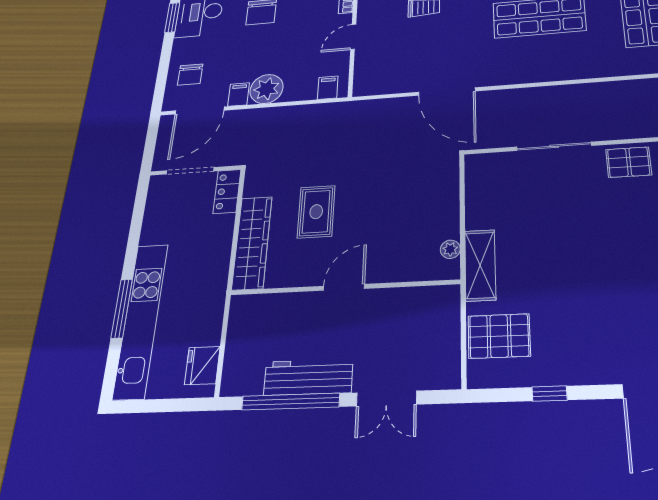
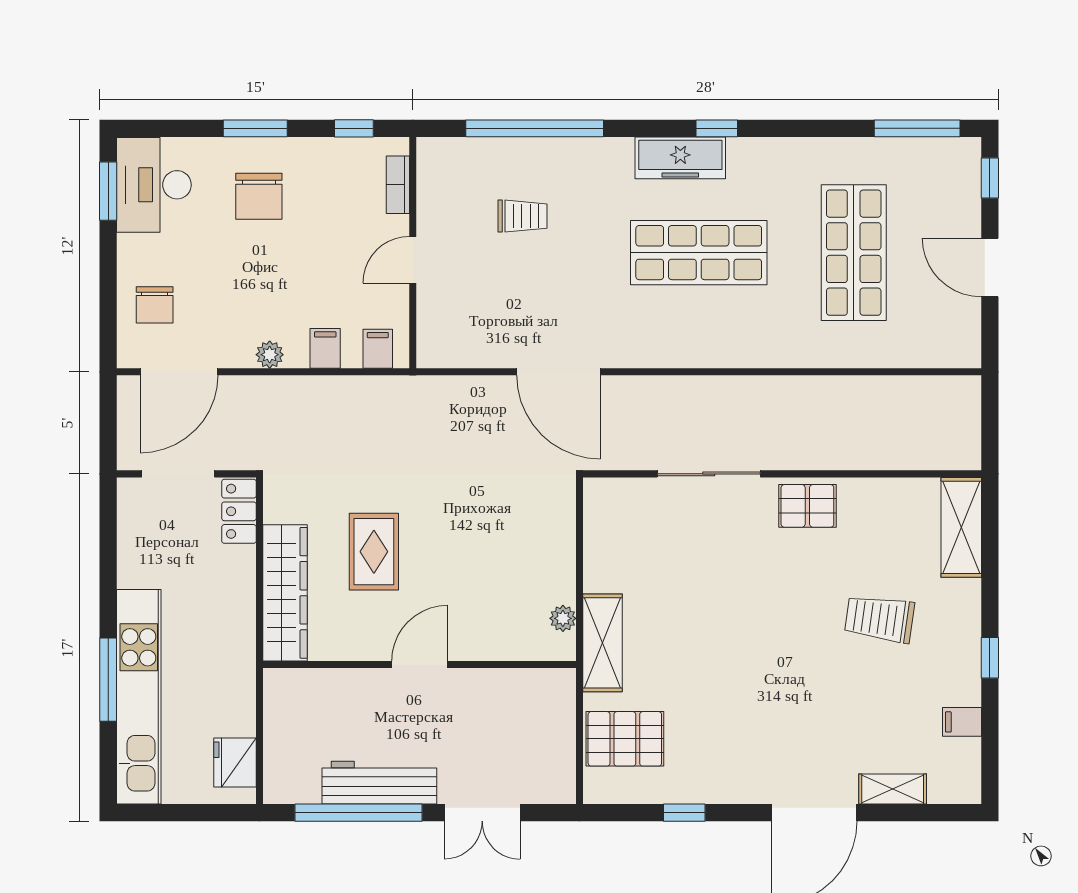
plant: (267, 89) -> (270, 355), width x0.53, depth x0.53
filing cabinet: (239, 94) -> (325, 348), moved

